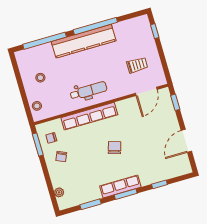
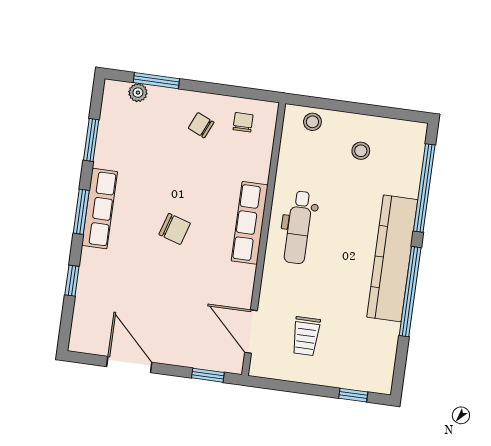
row of seats: (89, 116) -> (250, 223), width x0.73
window: (38, 145) -> (156, 81), moved

